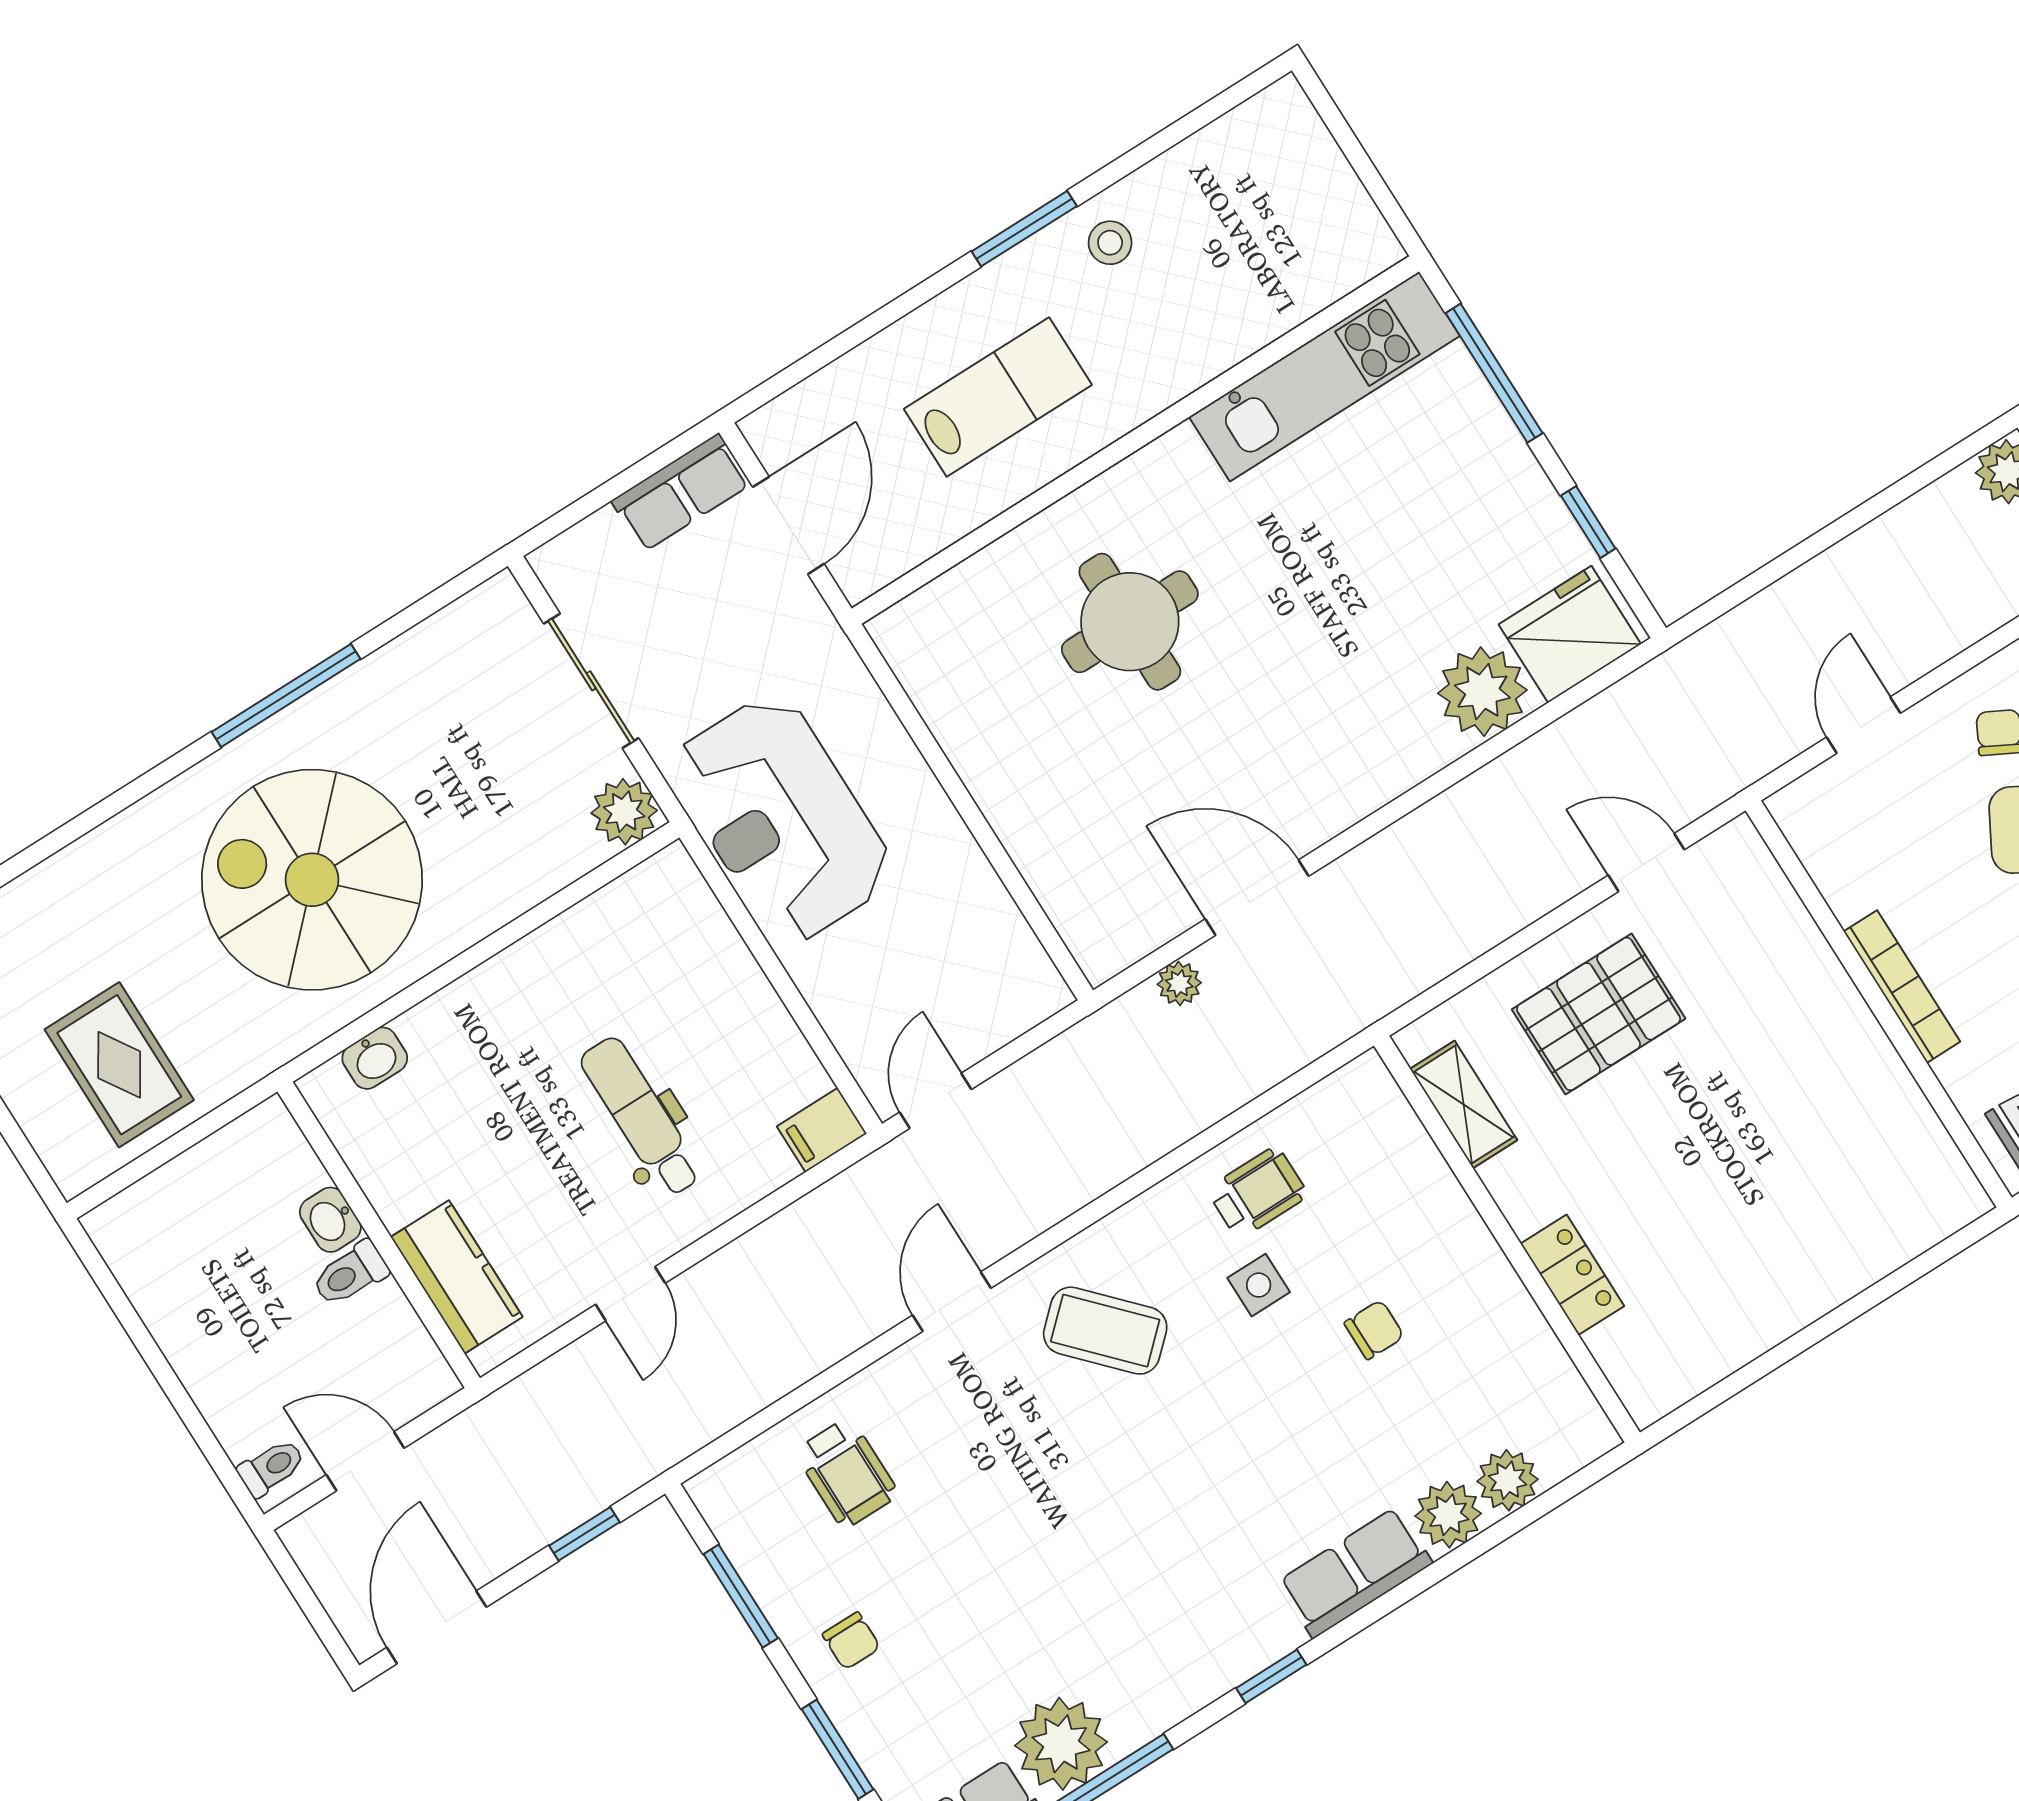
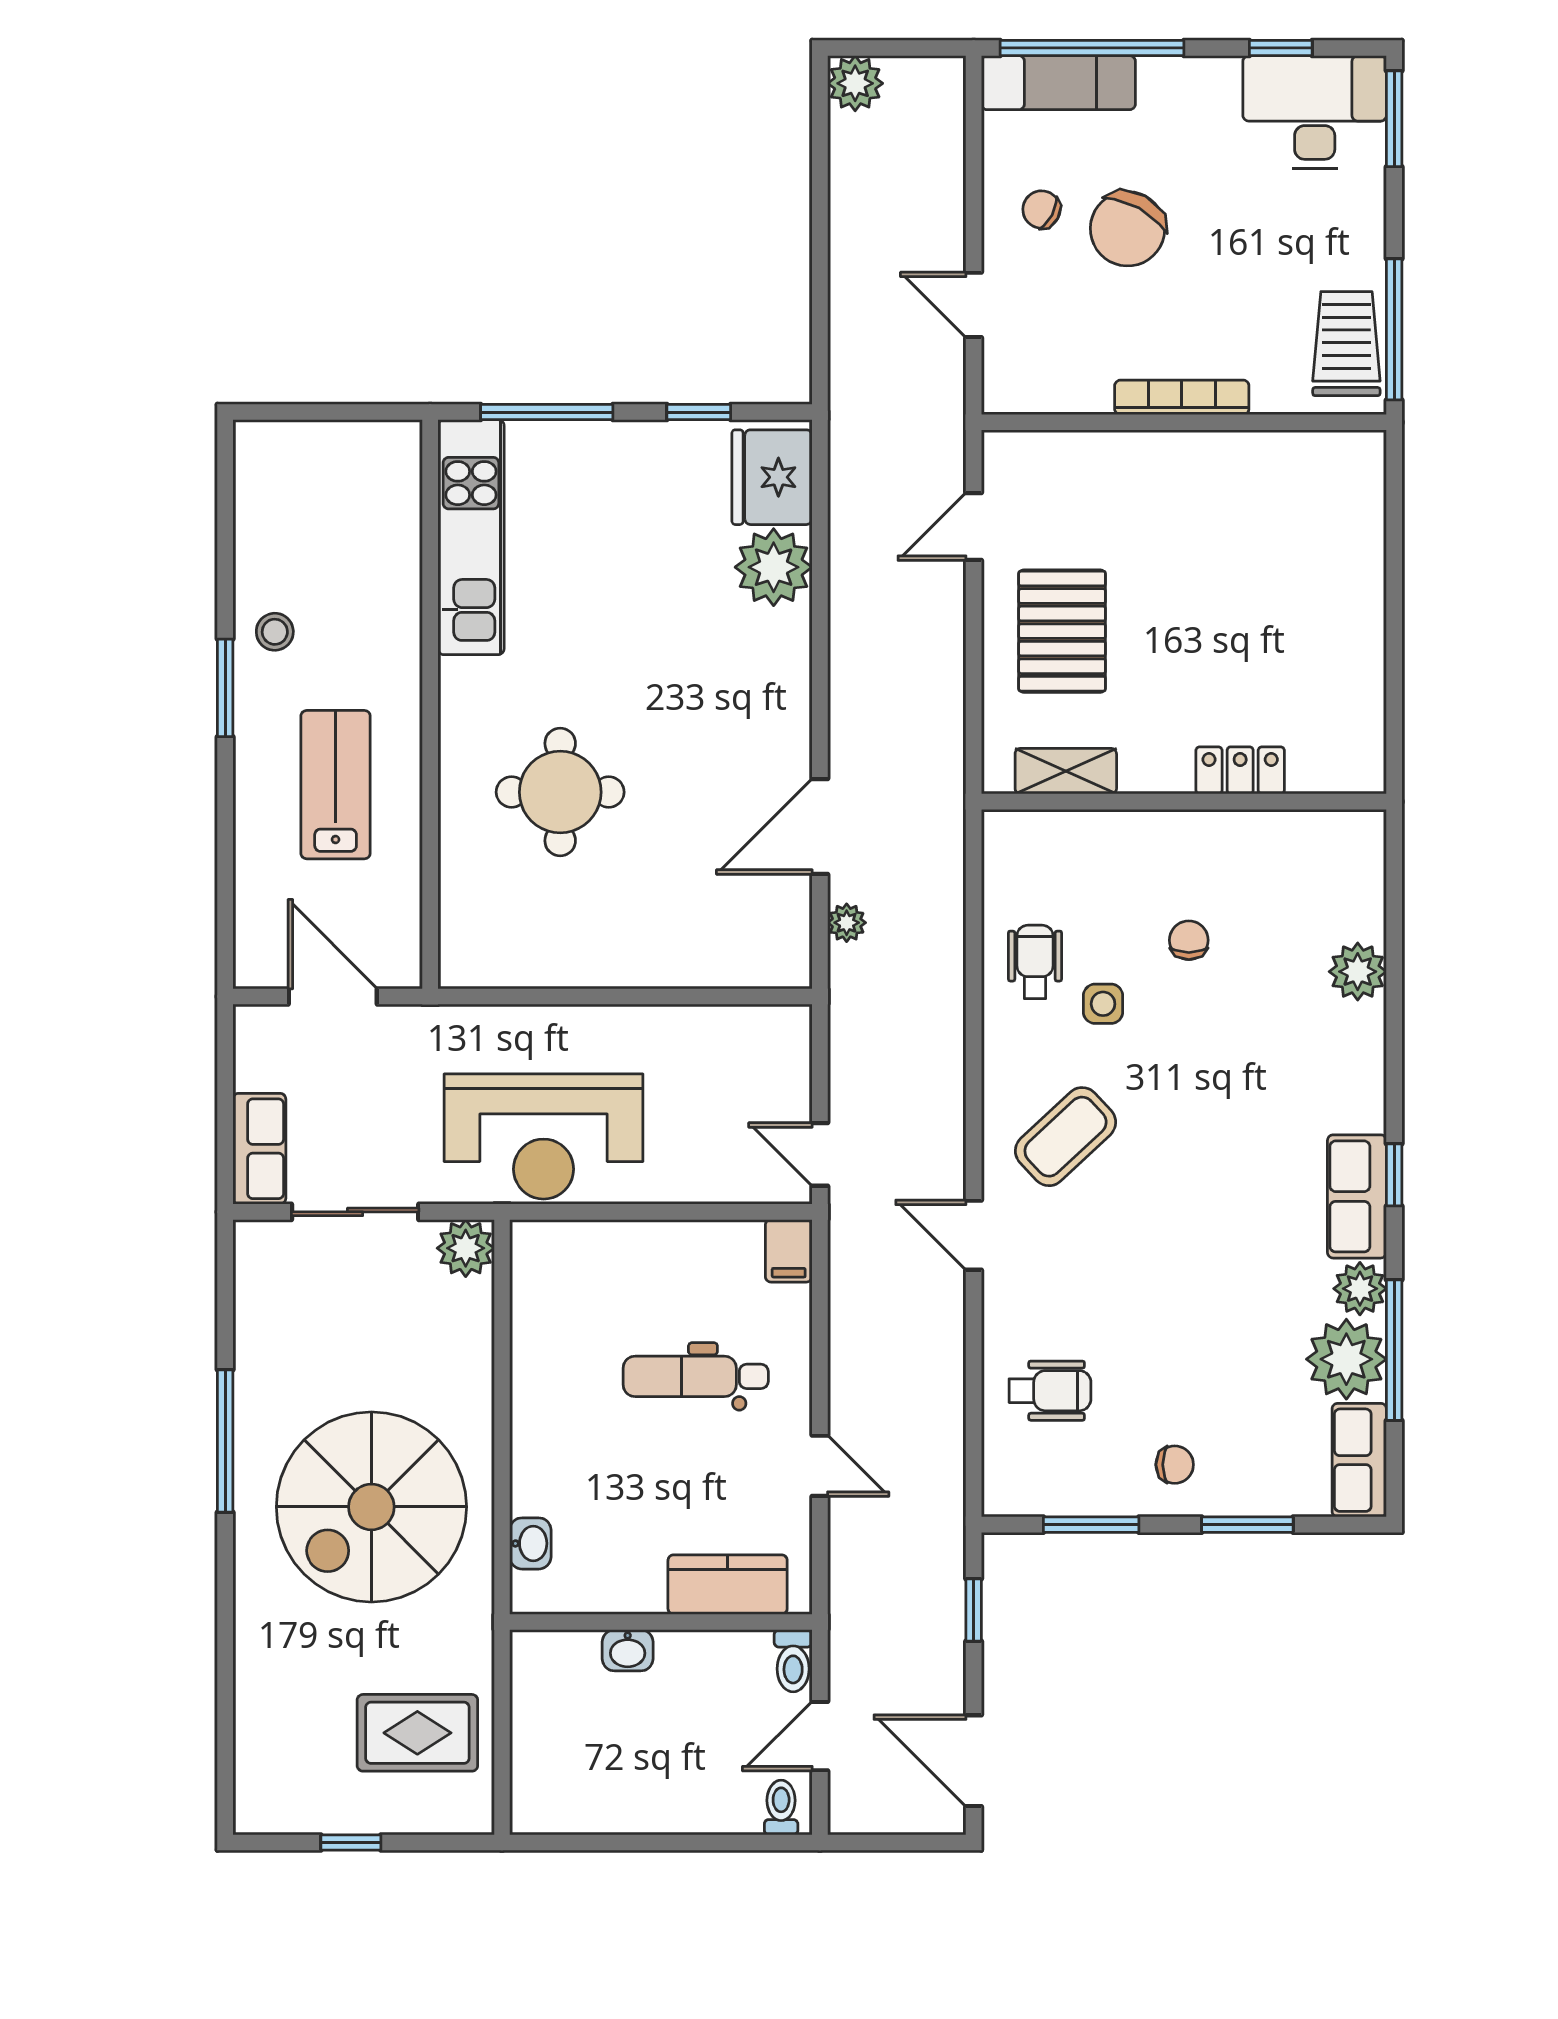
row of seats: (681, 493) -> (259, 1149), moved
toilet: (350, 1274) -> (793, 1661), moved
plant: (1508, 1480) -> (1360, 1289), moved
row of seats: (1355, 1572) -> (1357, 1196), moved

